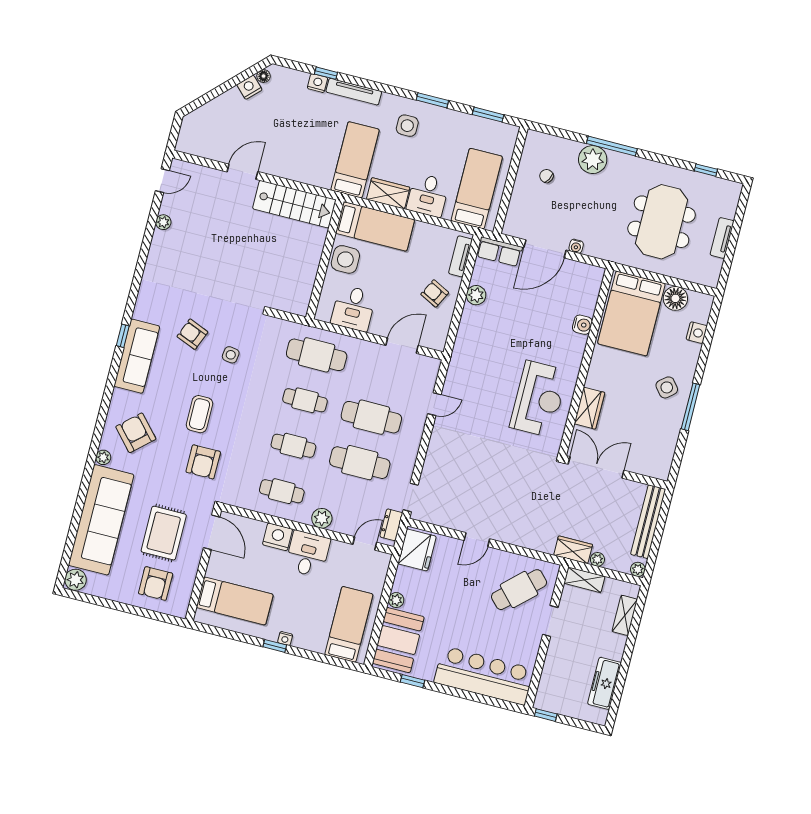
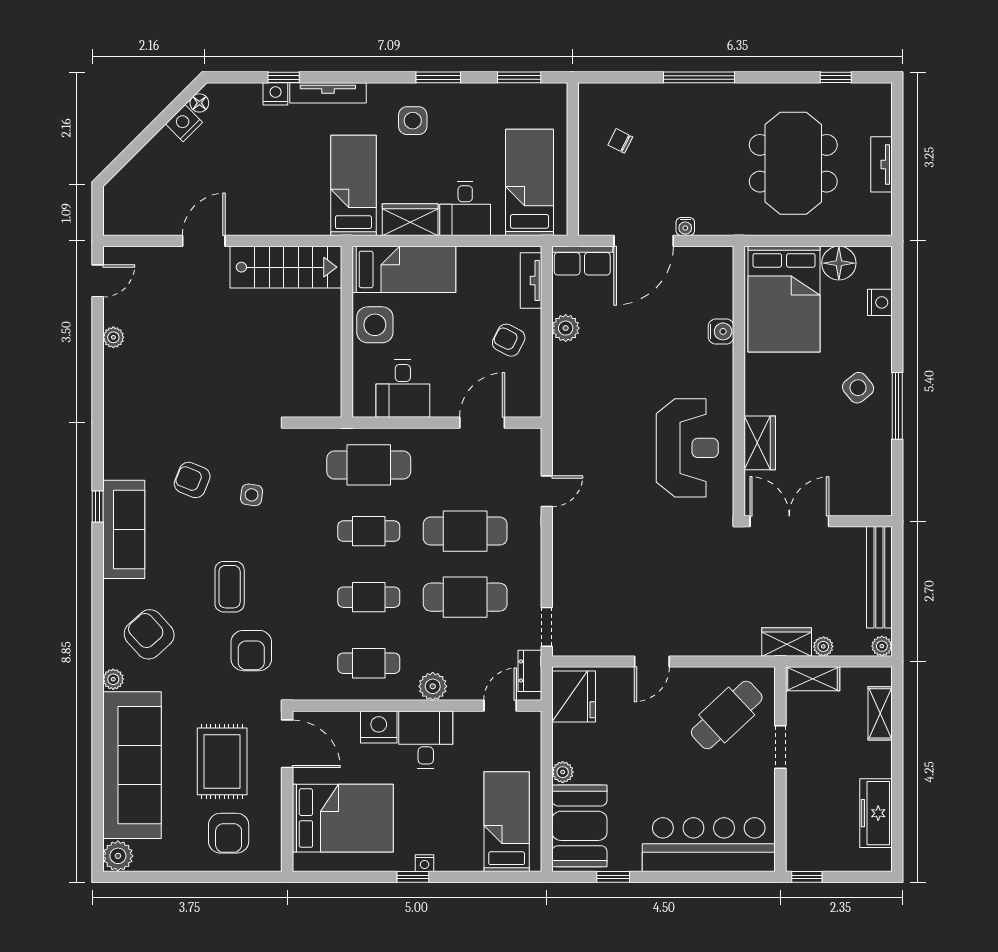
plant: (593, 160) -> (678, 102), removed
bed: (235, 601) -> (343, 818), width x1.50

